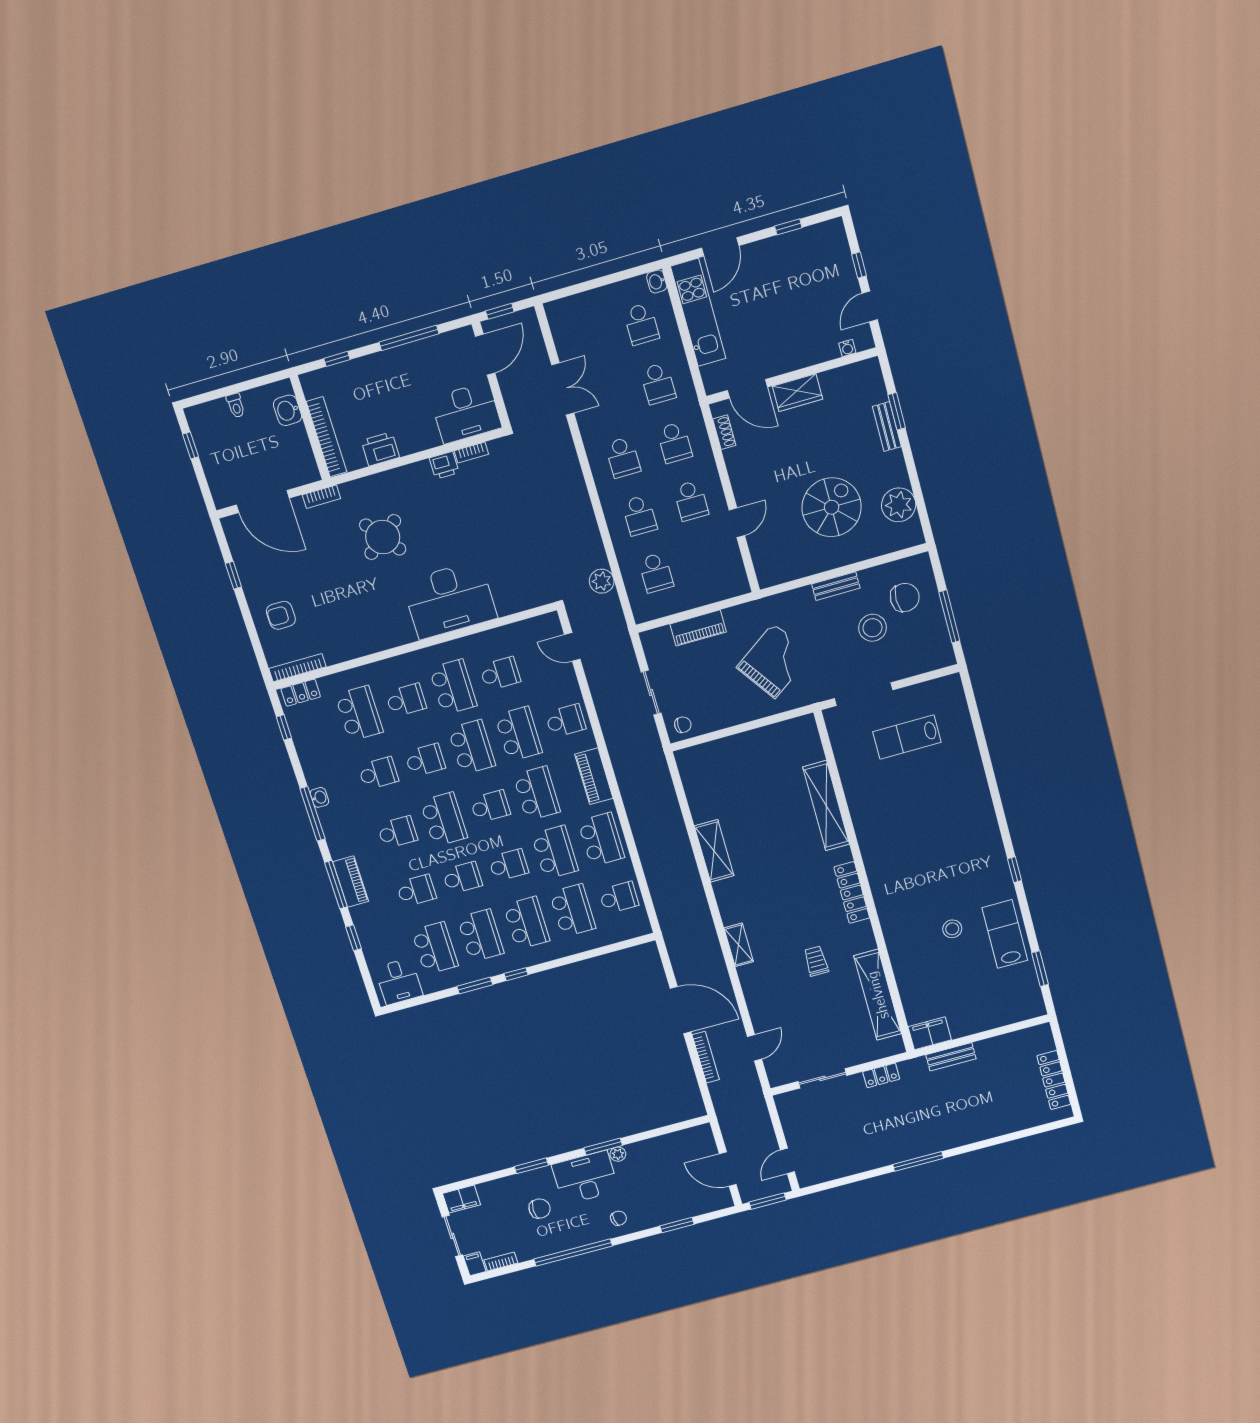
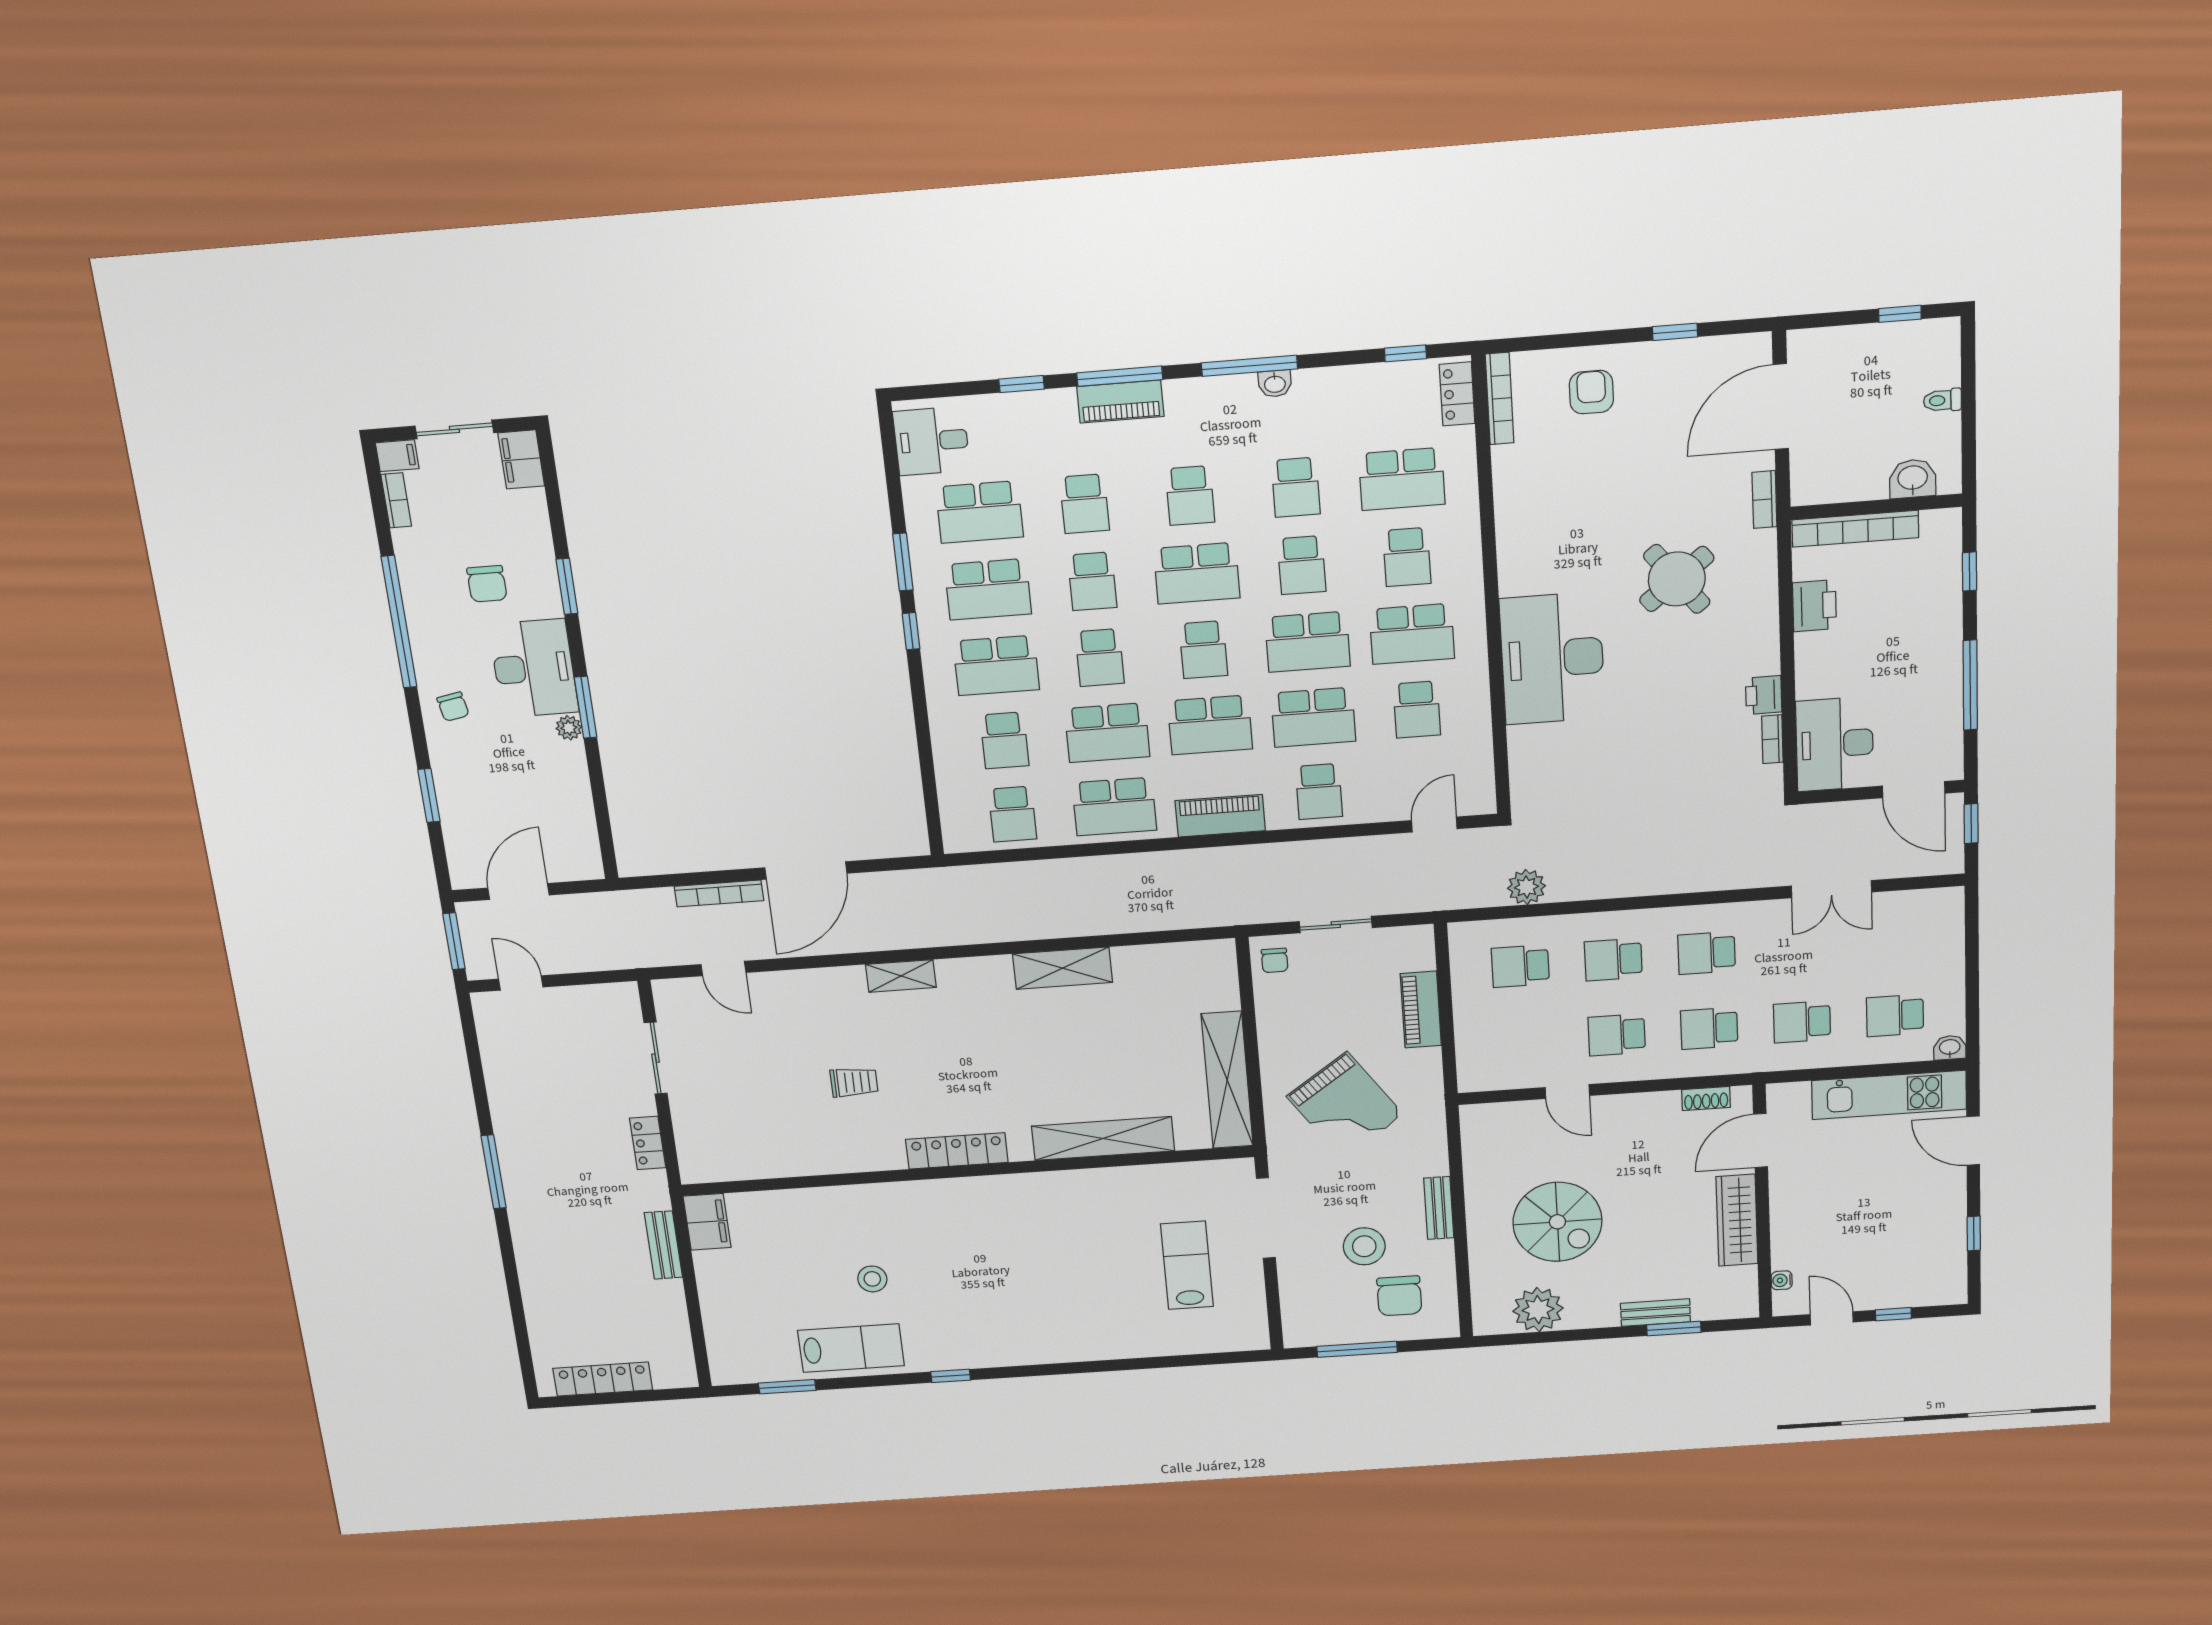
wardrobe: (797, 393) -> (1737, 1220), width x1.50
school desk: (573, 910) -> (1004, 740), width x0.54
shelving: (878, 995) -> (1227, 1080), moved, turned 90

